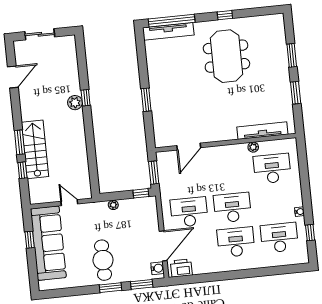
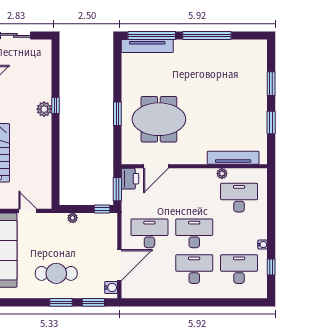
window: (225, 15) -> (207, 35), width x3.17
meeting table: (226, 56) -> (159, 119), moved, turned 90
cafe table: (103, 260) -> (56, 273), turned 90
printer: (181, 268) -> (130, 179), moved, turned 90

